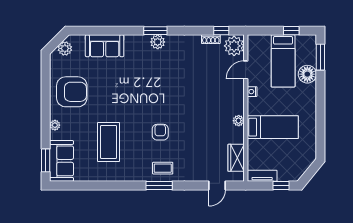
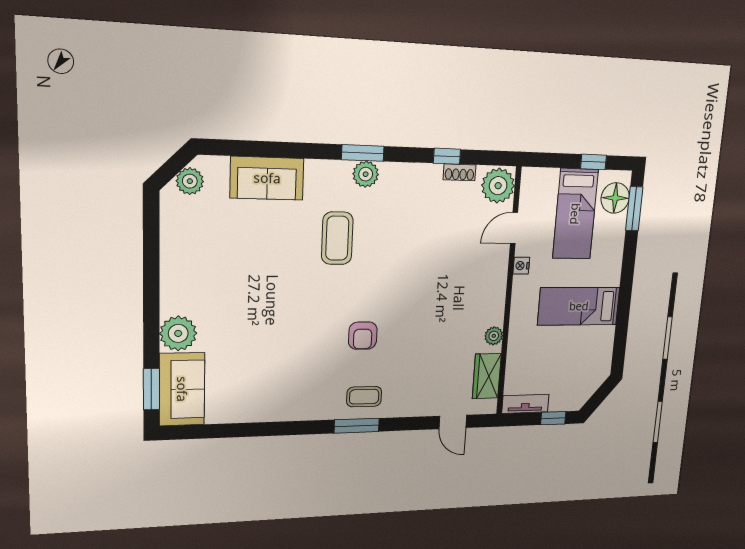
window: (221, 31) -> (447, 156), moved
floor lamp: (307, 74) -> (615, 198), moved
armchair: (72, 92) -> (203, 264), removed
plant: (239, 121) -> (494, 336), moved
plant: (55, 125) -> (178, 333), width x1.88, depth x1.88
bed: (273, 127) -> (579, 306), moved, turned 180
armchair: (160, 132) -> (363, 336), turned 180
coffee table: (109, 142) -> (337, 238), moved, width x0.73, depth x0.76
door: (217, 185) -> (453, 422), hinge flipped

